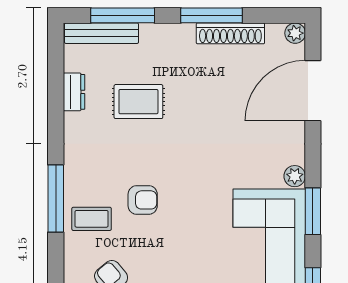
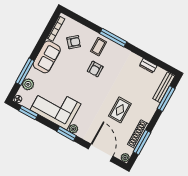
window: (212, 15) -> (142, 142), moved
rug: (138, 102) -> (120, 110), moved
window: (313, 211) -> (66, 134), moved

